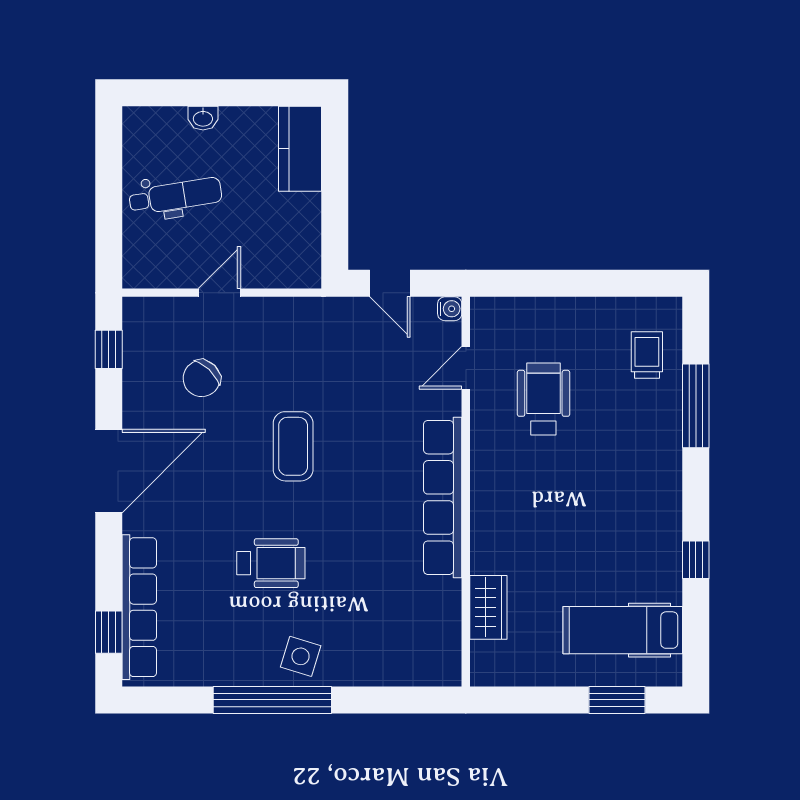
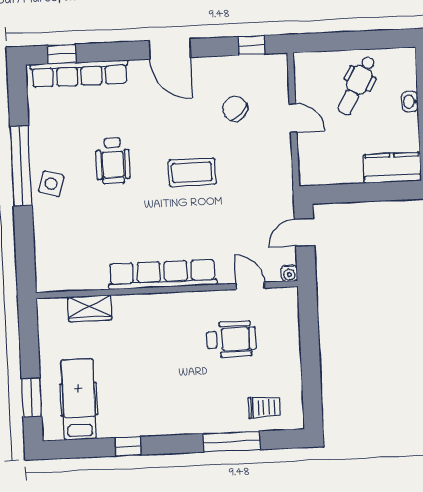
dental chair: (175, 196) -> (357, 85), turned 38
door: (109, 471) -> (170, 49), width x0.73

